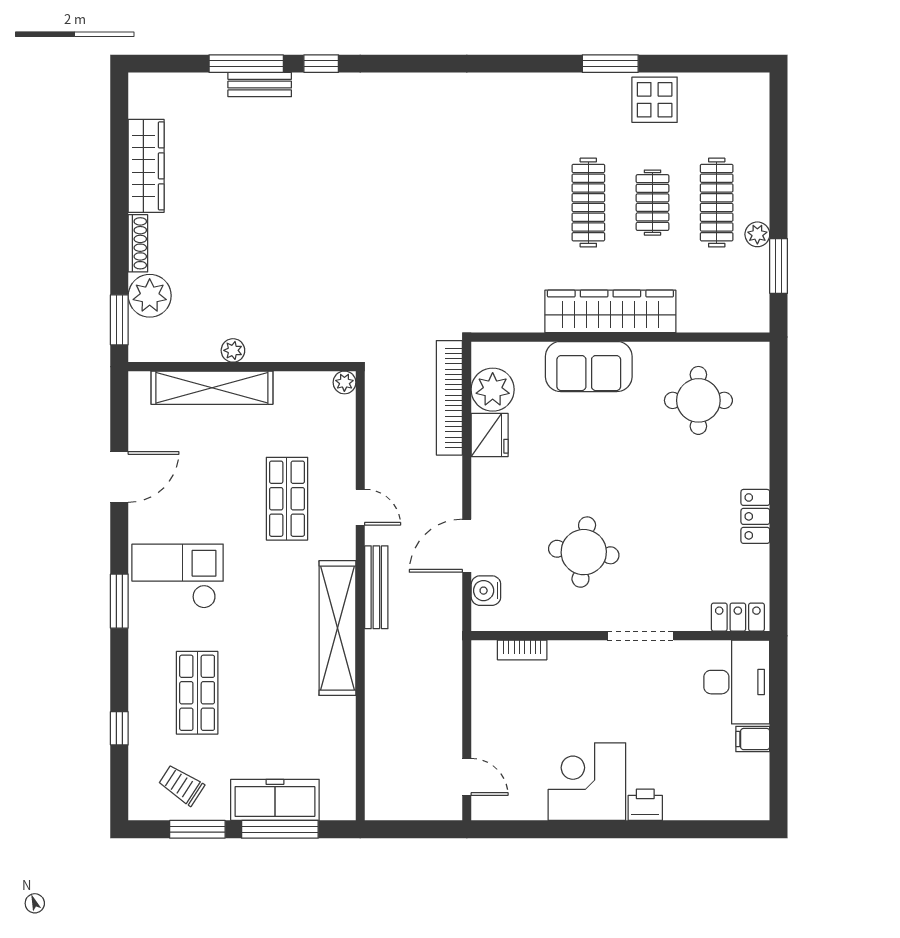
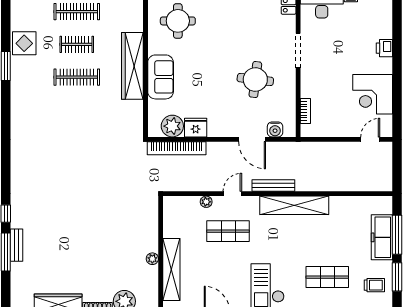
plant: (344, 382) -> (206, 202), moved
corner desk: (587, 782) -> (373, 94), moved
trolley: (181, 785) -> (374, 285), turned -123

